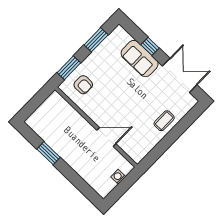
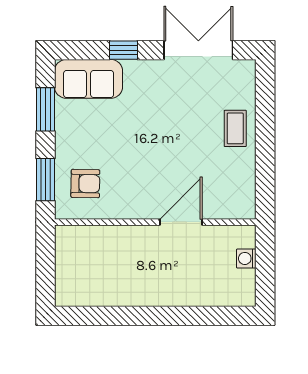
sofa: (140, 59) -> (89, 79), moved
window: (48, 153) -> (127, 316), removed

